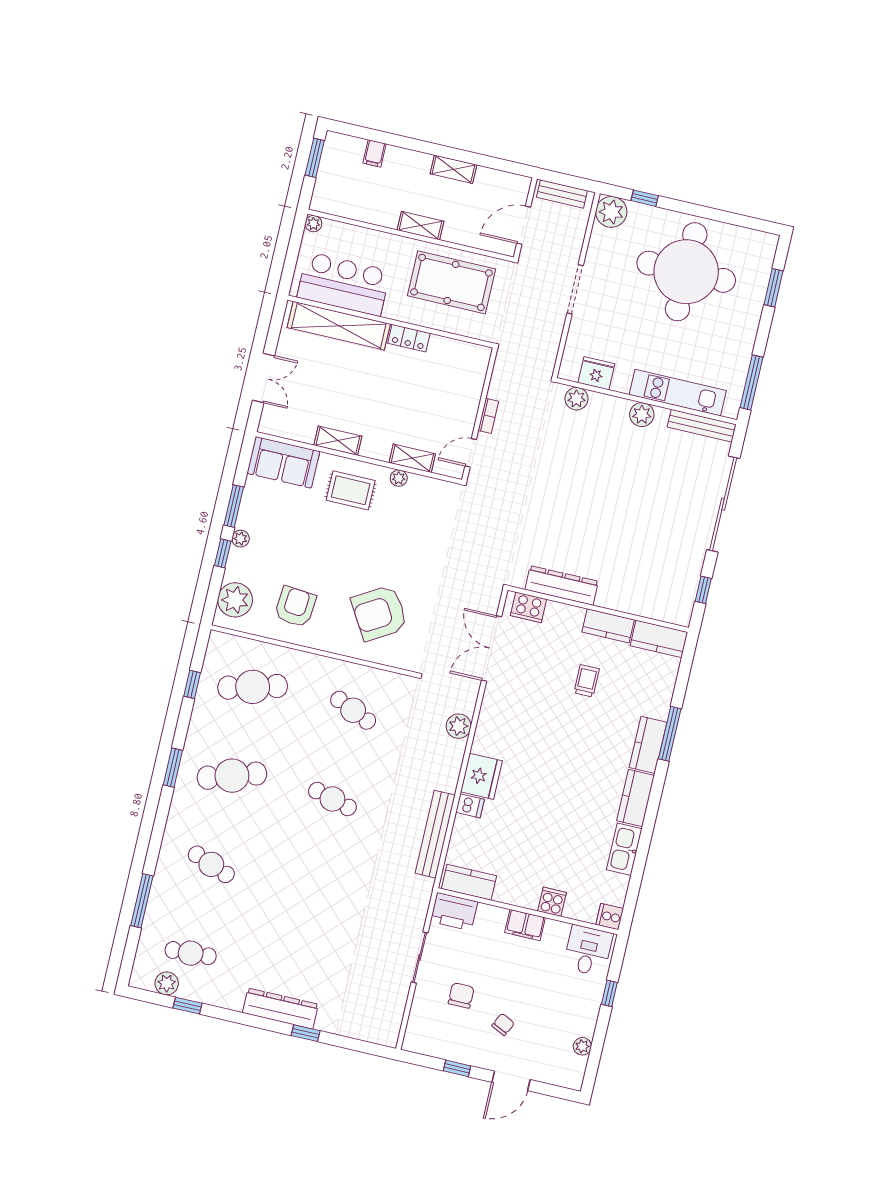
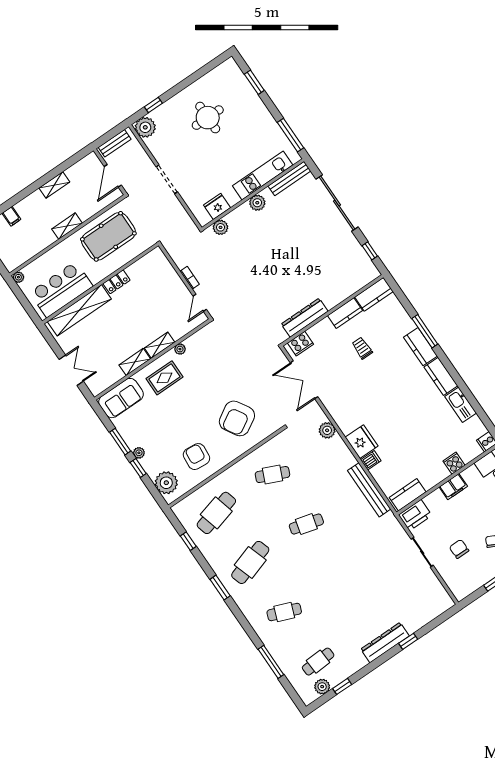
round table: (686, 272) -> (208, 118), width x0.54, depth x0.54
shelving: (412, 458) -> (160, 345), moved

